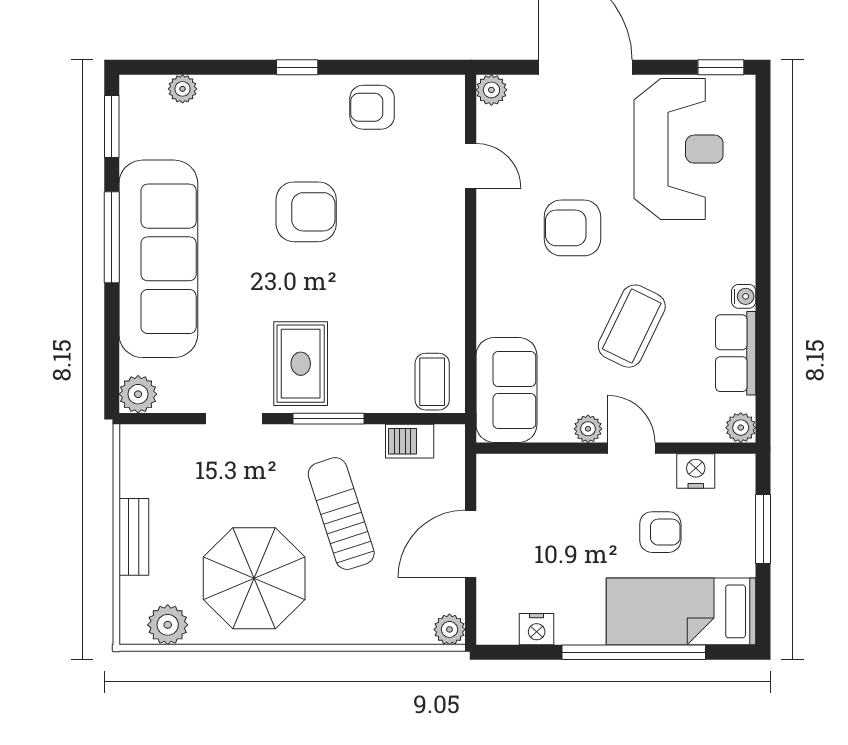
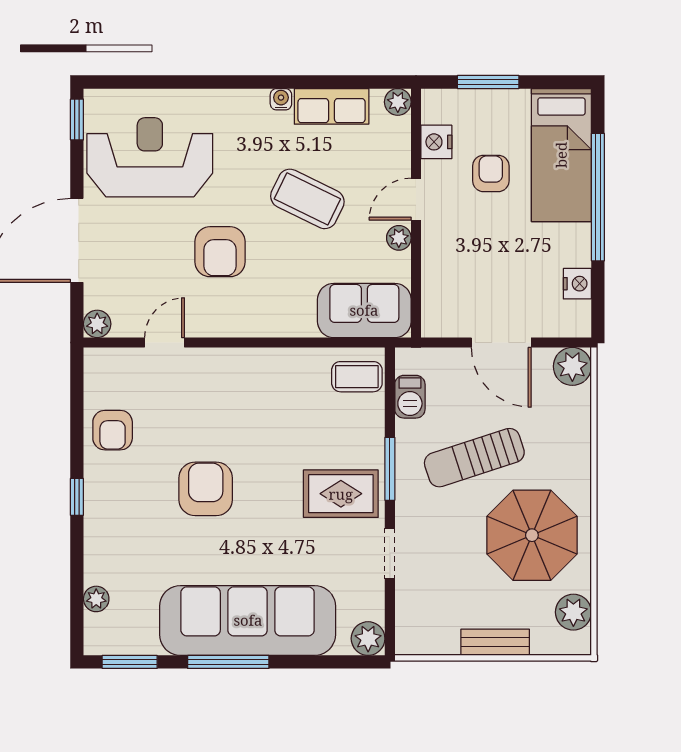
plant: (449, 629) -> (572, 366), width x1.38, depth x1.38

